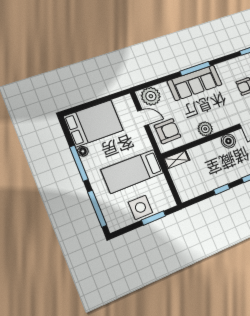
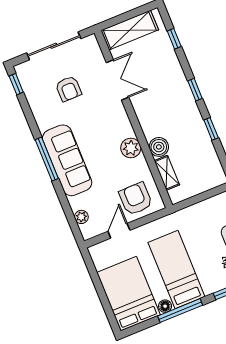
plant: (151, 96) -> (81, 217), width x0.53, depth x0.53
boiler: (228, 141) -> (159, 147), moved
shelving: (177, 159) -> (167, 173), moved
bed: (132, 171) -> (176, 270), moved, turned 180

